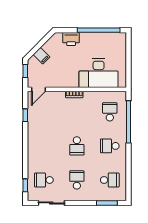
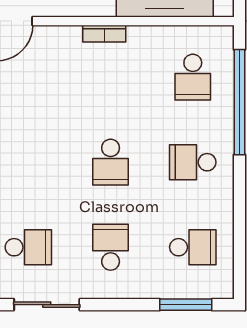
school desk: (110, 112) -> (193, 77), turned 180
school desk: (44, 180) -> (28, 247), turned 180

